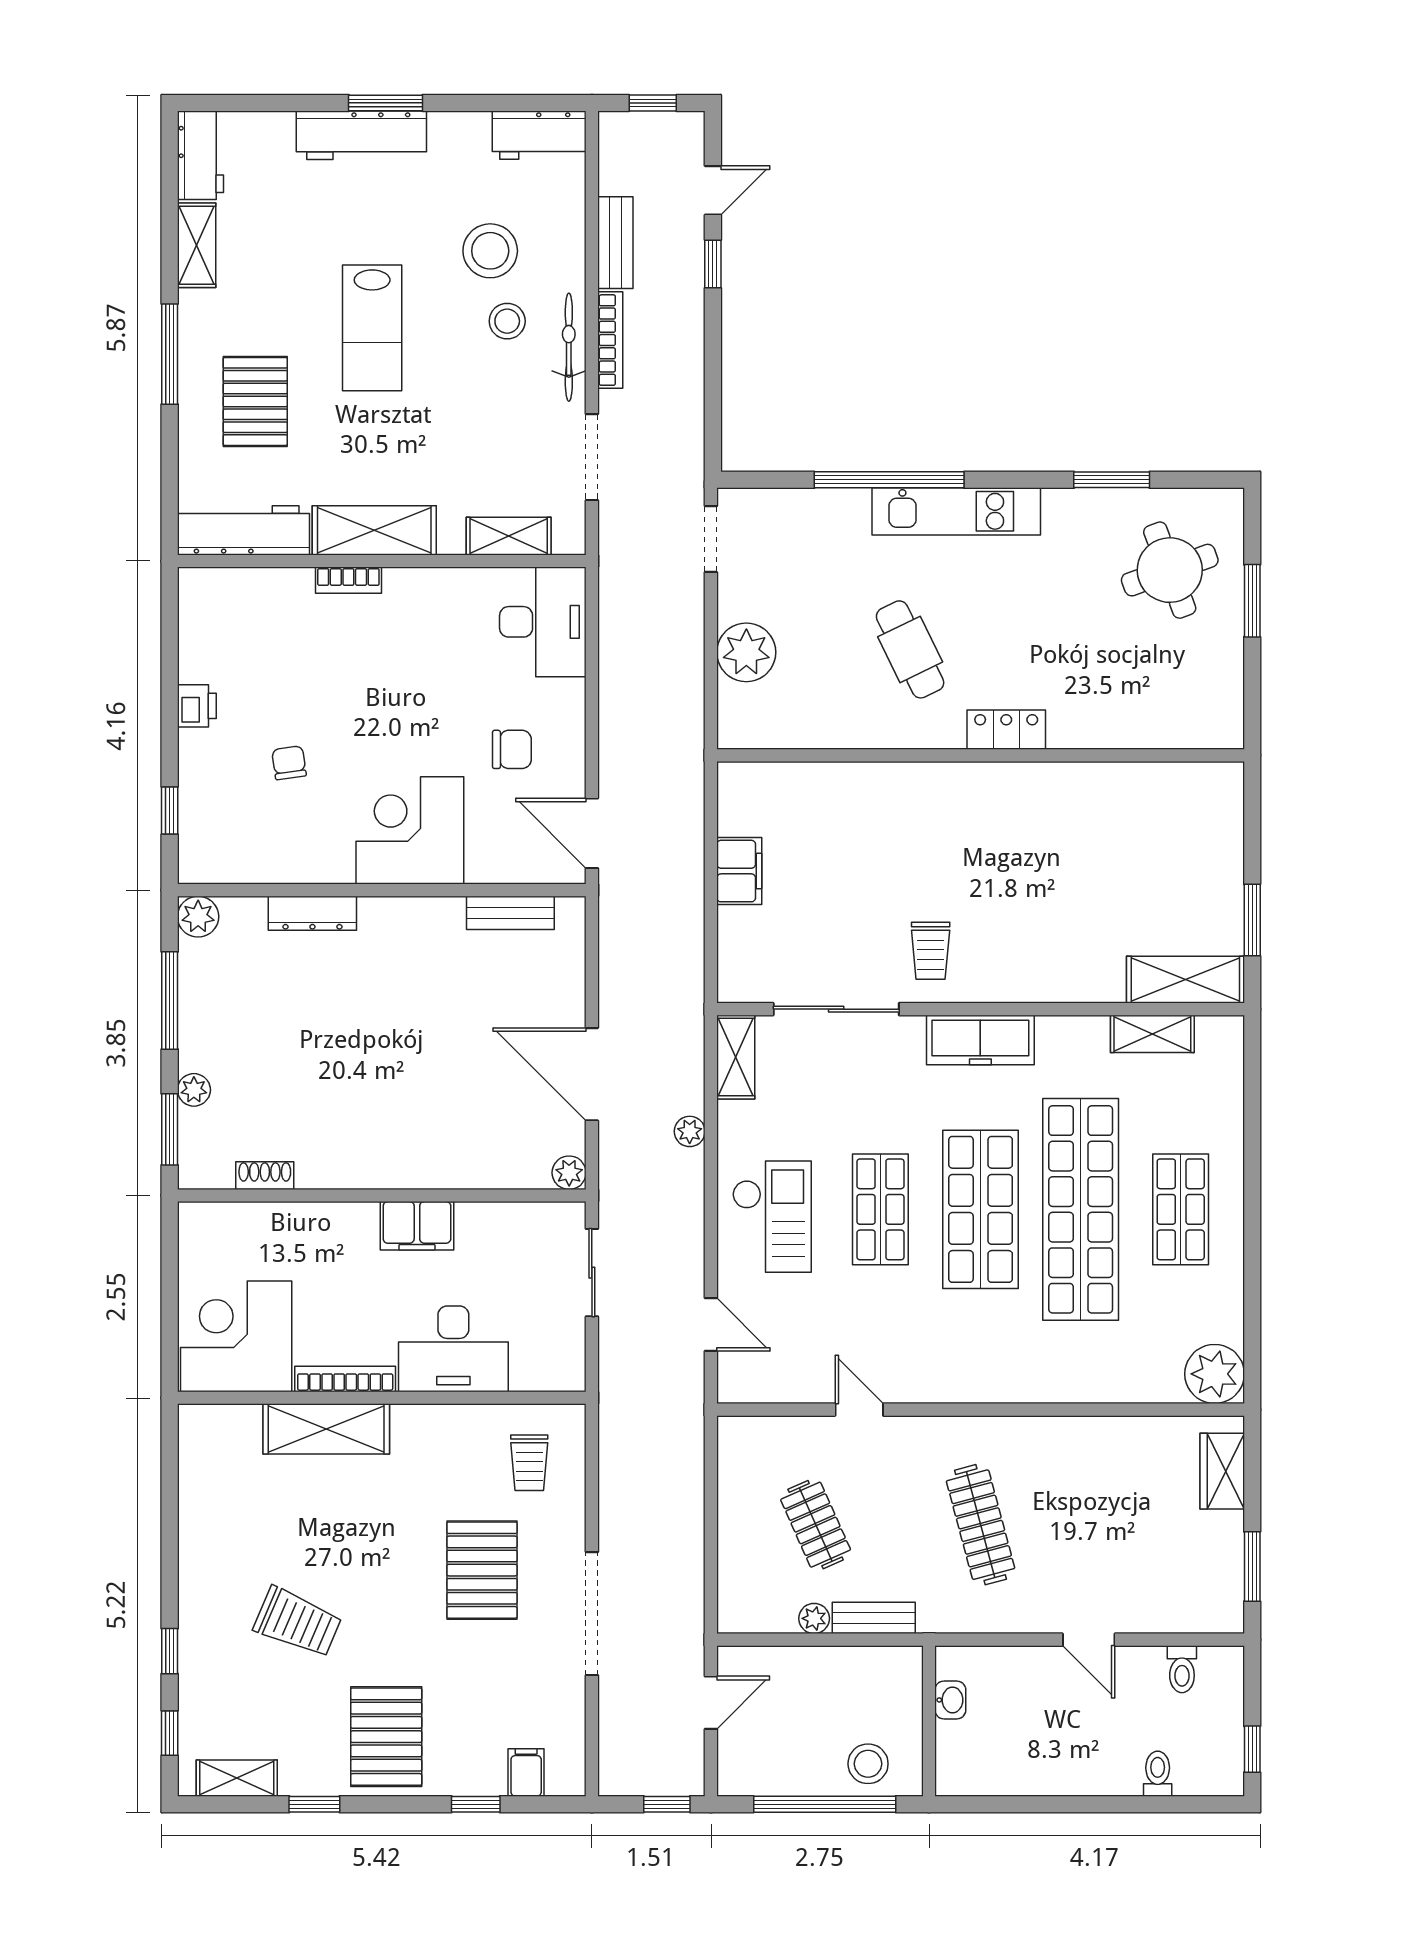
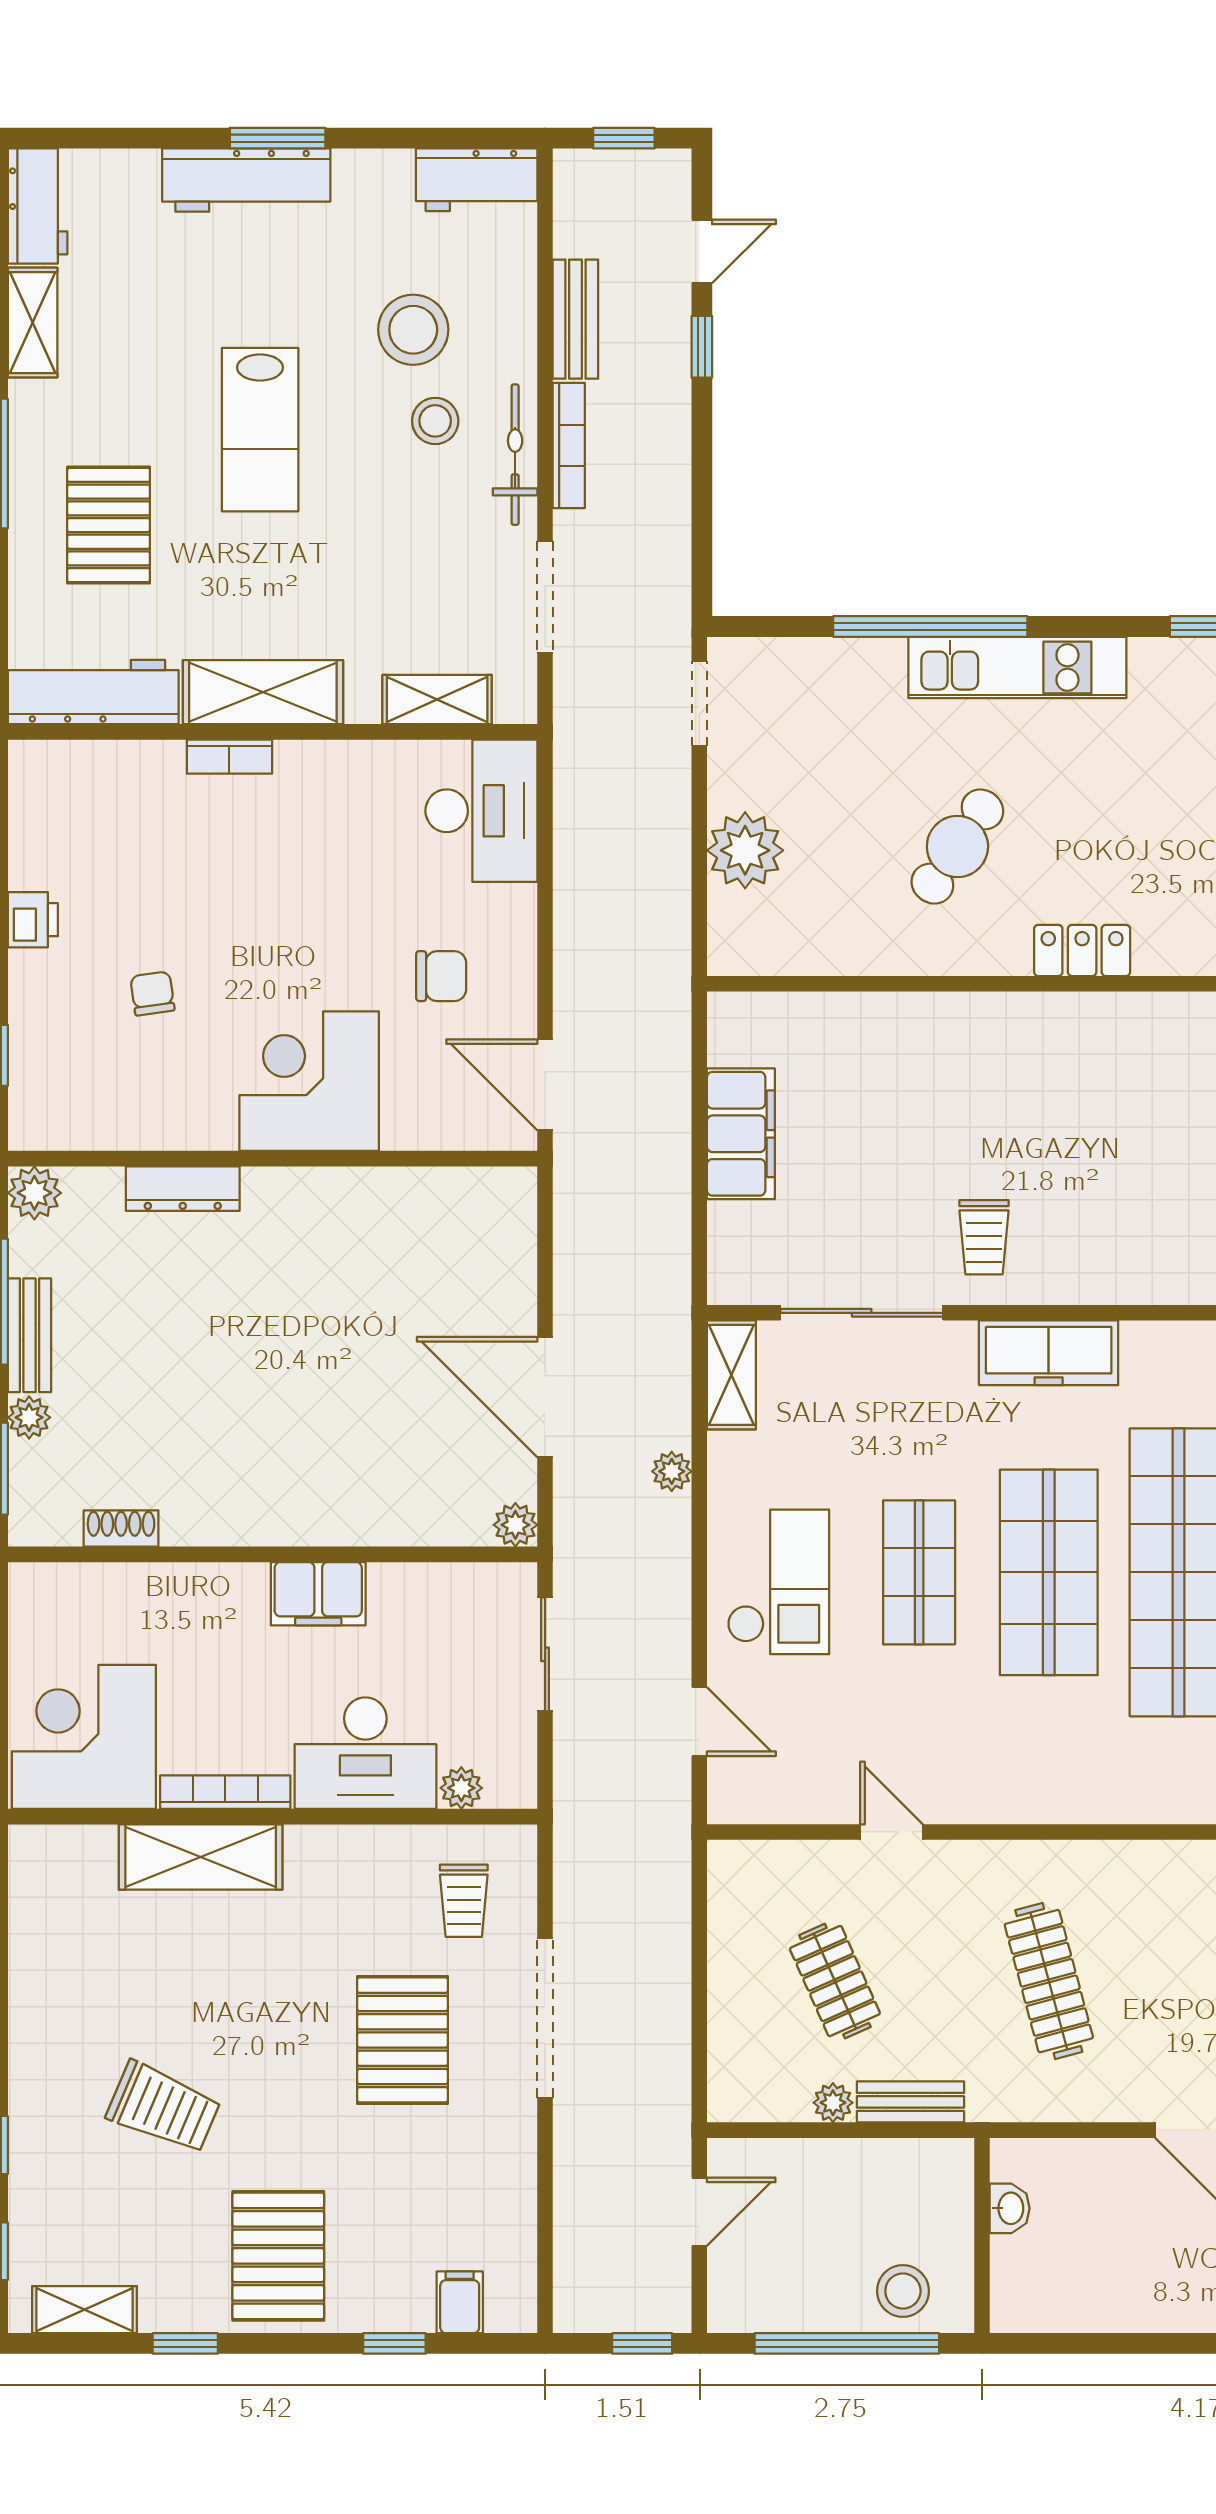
cafe table: (910, 649) -> (957, 847), turned 60
filing cabinet: (739, 871) -> (741, 1134), width x1.50, depth x1.17
bench: (510, 913) -> (30, 1335), moved, turned 90
plant: (527, 1376) -> (461, 1788), added
doorway: (592, 1614) -> (545, 2018), moved

